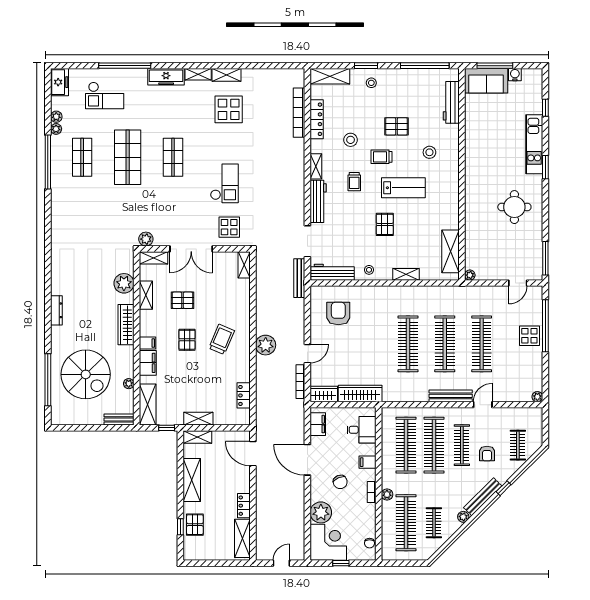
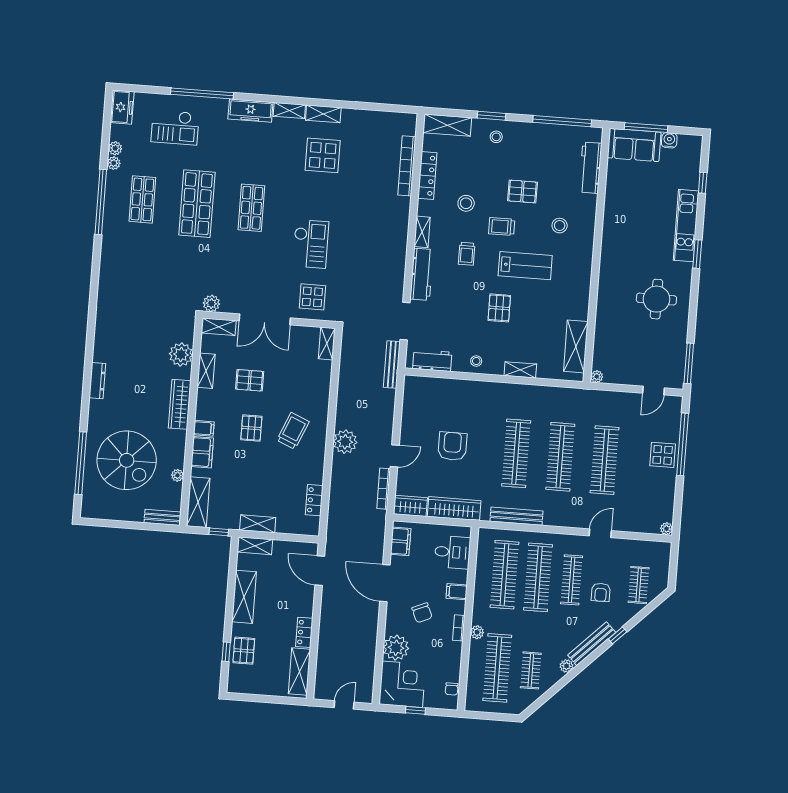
workbench: (333, 272) -> (432, 360), width x0.73
armchair: (338, 313) -> (452, 446), moved
bench: (451, 396) -> (516, 516), moved

